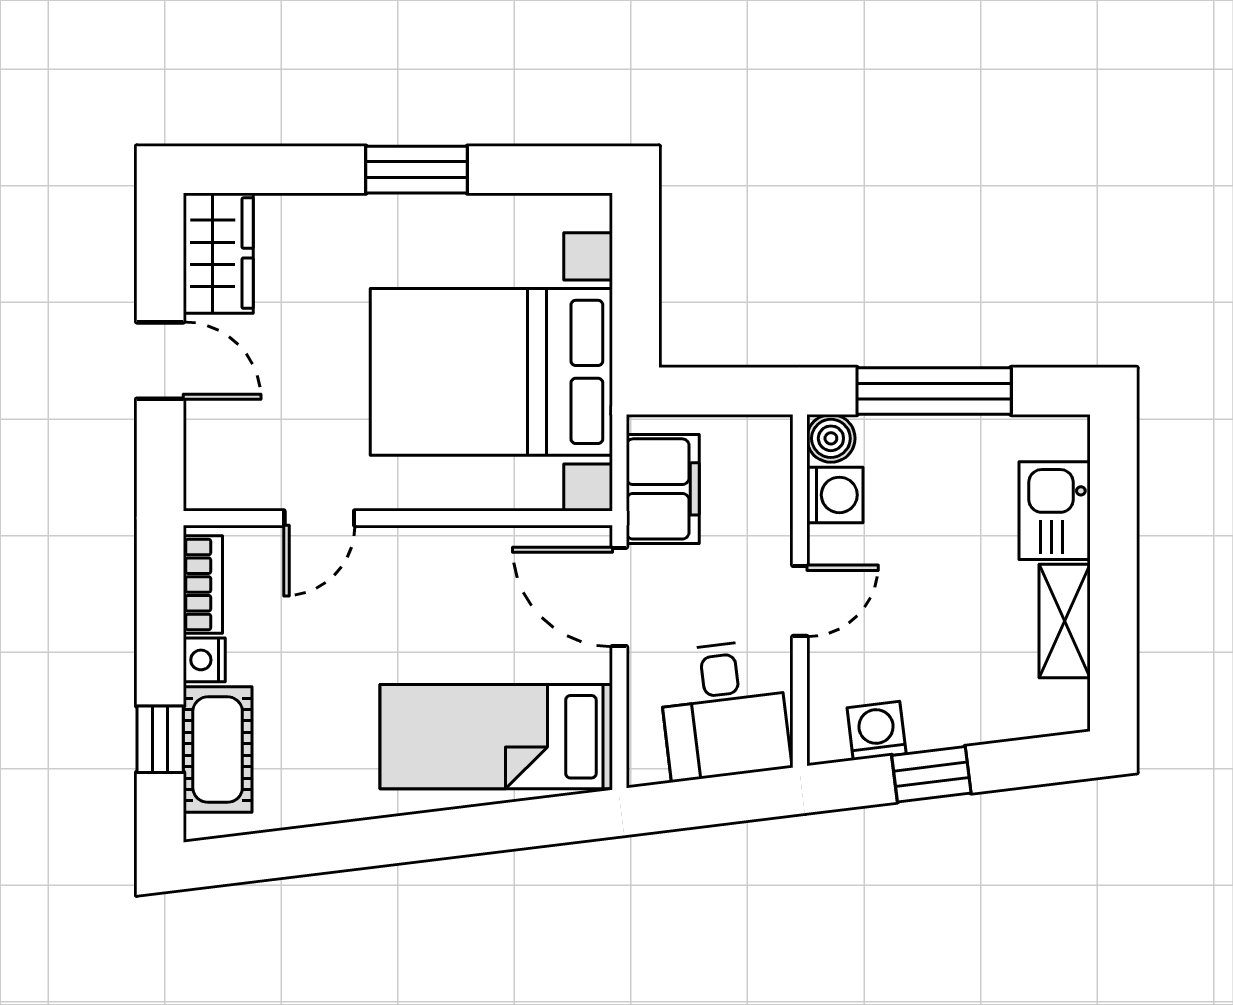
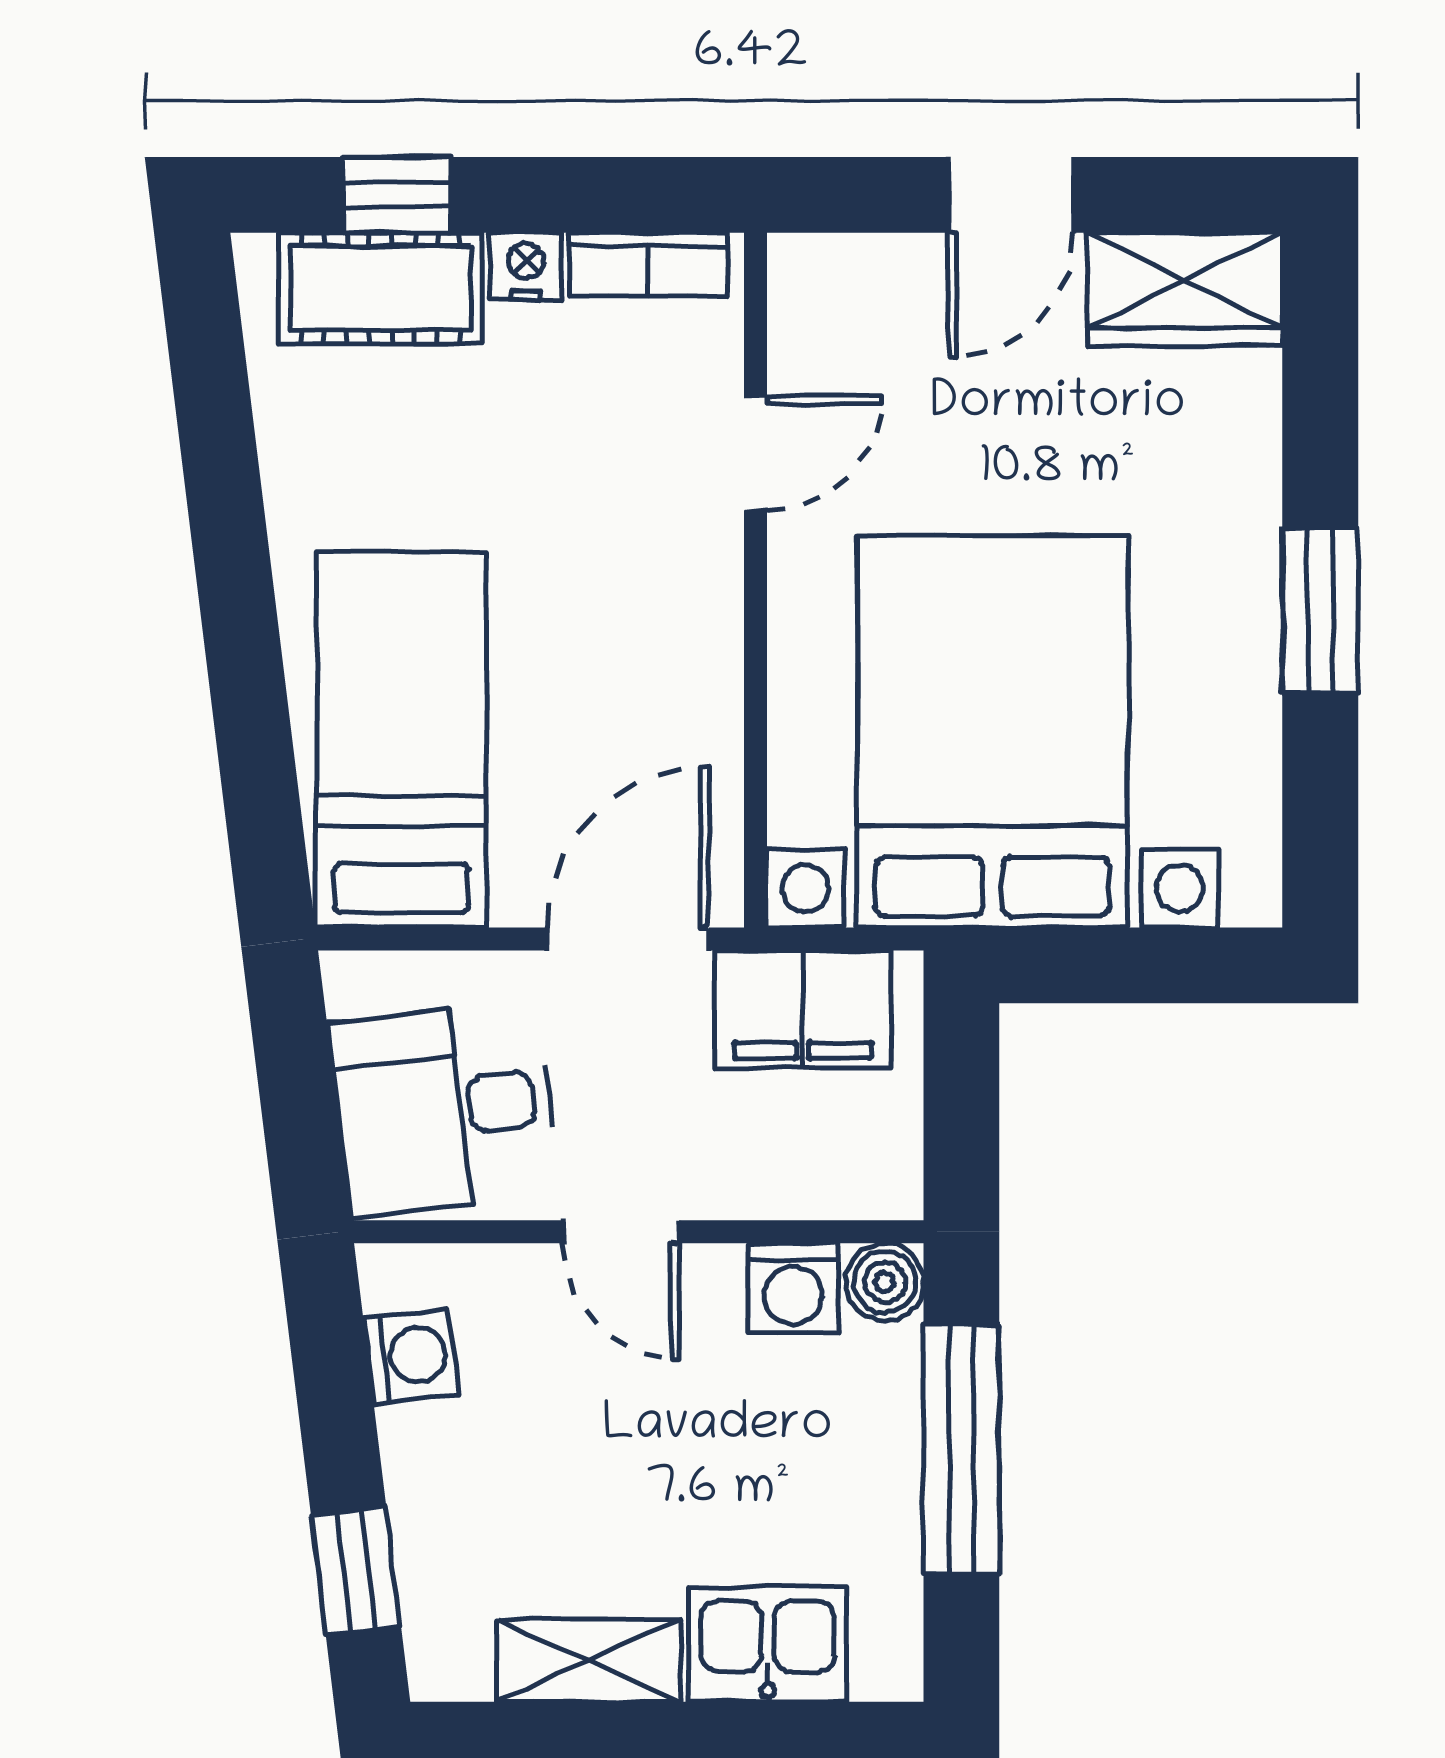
door: (319, 518) -> (756, 453), swing flipped
window: (931, 774) -> (356, 1571), moved

